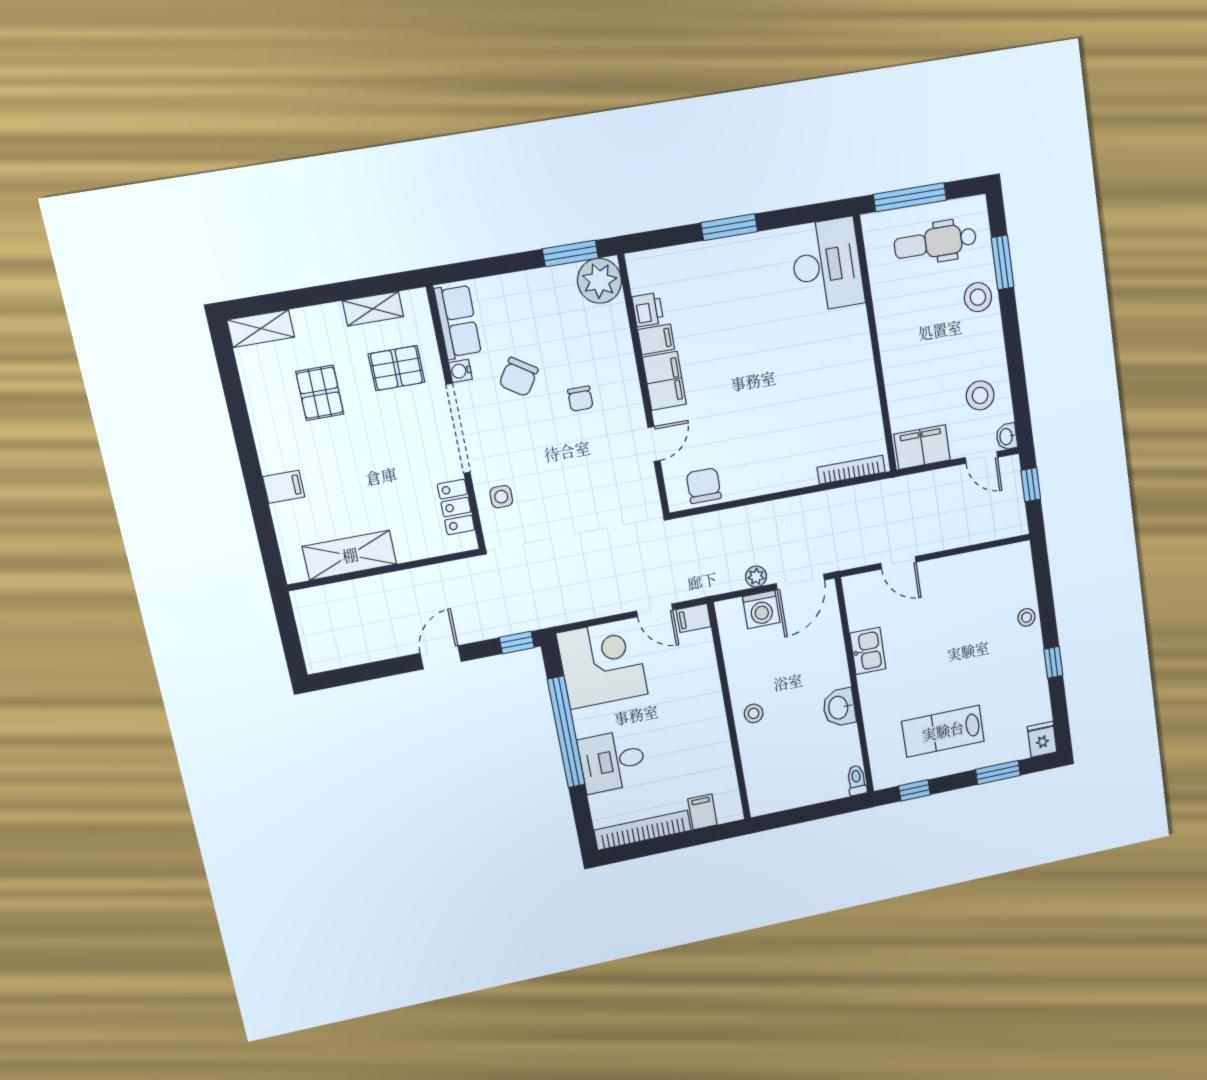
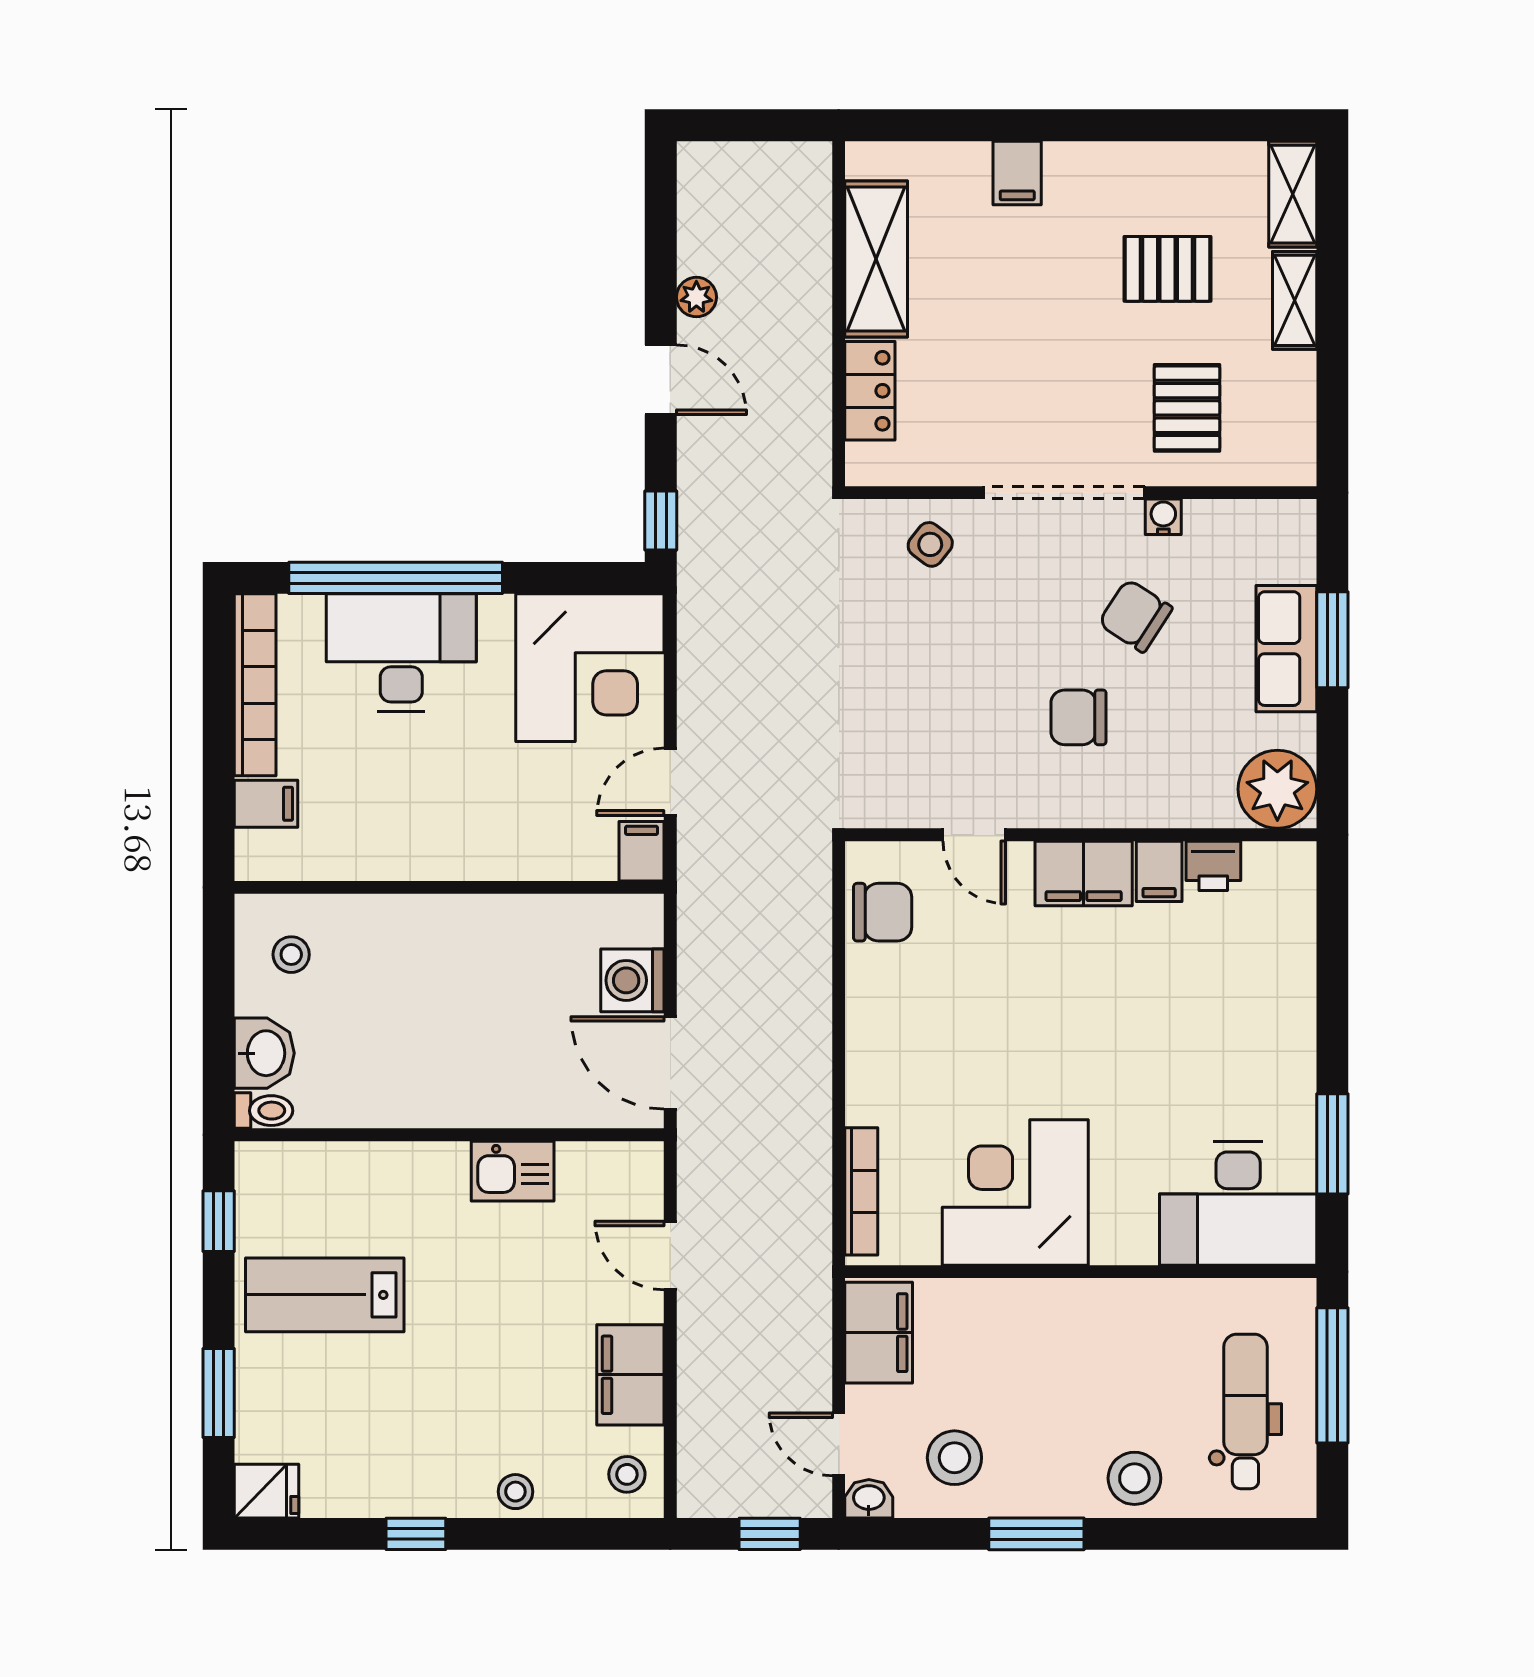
window: (729, 227) -> (1332, 1144), moved
window: (570, 253) -> (1332, 640), moved
window: (1003, 262) -> (1036, 1534), moved
shelving: (373, 309) -> (1295, 300), moved
row of seats: (458, 322) -> (1286, 649), moved, turned 90
corner desk: (839, 388) -> (1015, 1192), added
chair: (580, 399) -> (1078, 717), width x1.37, depth x1.37
door: (981, 457) -> (839, 1444), hinge flipped
side table: (501, 497) -> (930, 544), turned 38
locker: (456, 507) -> (870, 391), moved, turned 90
door: (898, 563) -> (670, 1255), hinge flipped
stool: (1011, 563) -> (627, 1474), added
filing cabinet: (961, 571) -> (630, 1375), added
plant: (756, 577) -> (696, 297), moved
washbasin: (839, 707) -> (264, 1053), moved, turned 90
stool: (754, 713) -> (291, 955), moved
lab bench: (943, 731) -> (325, 1295), turned -90
window: (566, 732) -> (396, 578), moved
desk: (612, 761) -> (401, 653), width x1.37

